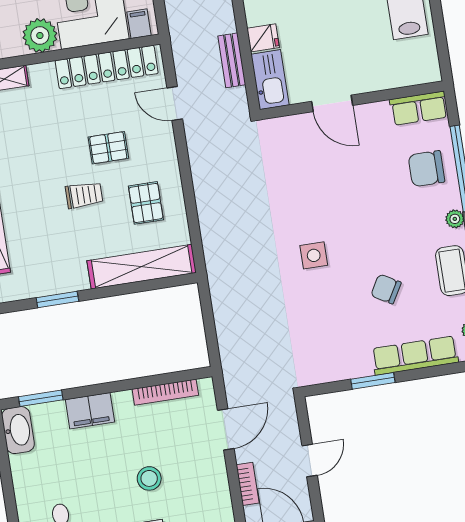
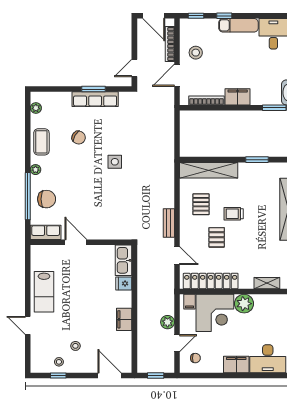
bench: (232, 60) -> (169, 223), moved
door: (332, 103) -> (76, 242), moved
pallet: (108, 148) -> (217, 237), turned 90
row of seats: (415, 356) -> (95, 99), moved
filing cabinet: (90, 411) -> (238, 97), moved
door: (310, 461) -> (134, 68), moved
stool: (149, 478) -> (196, 53), moved
bookcase: (248, 484) -> (170, 44), width x1.56

